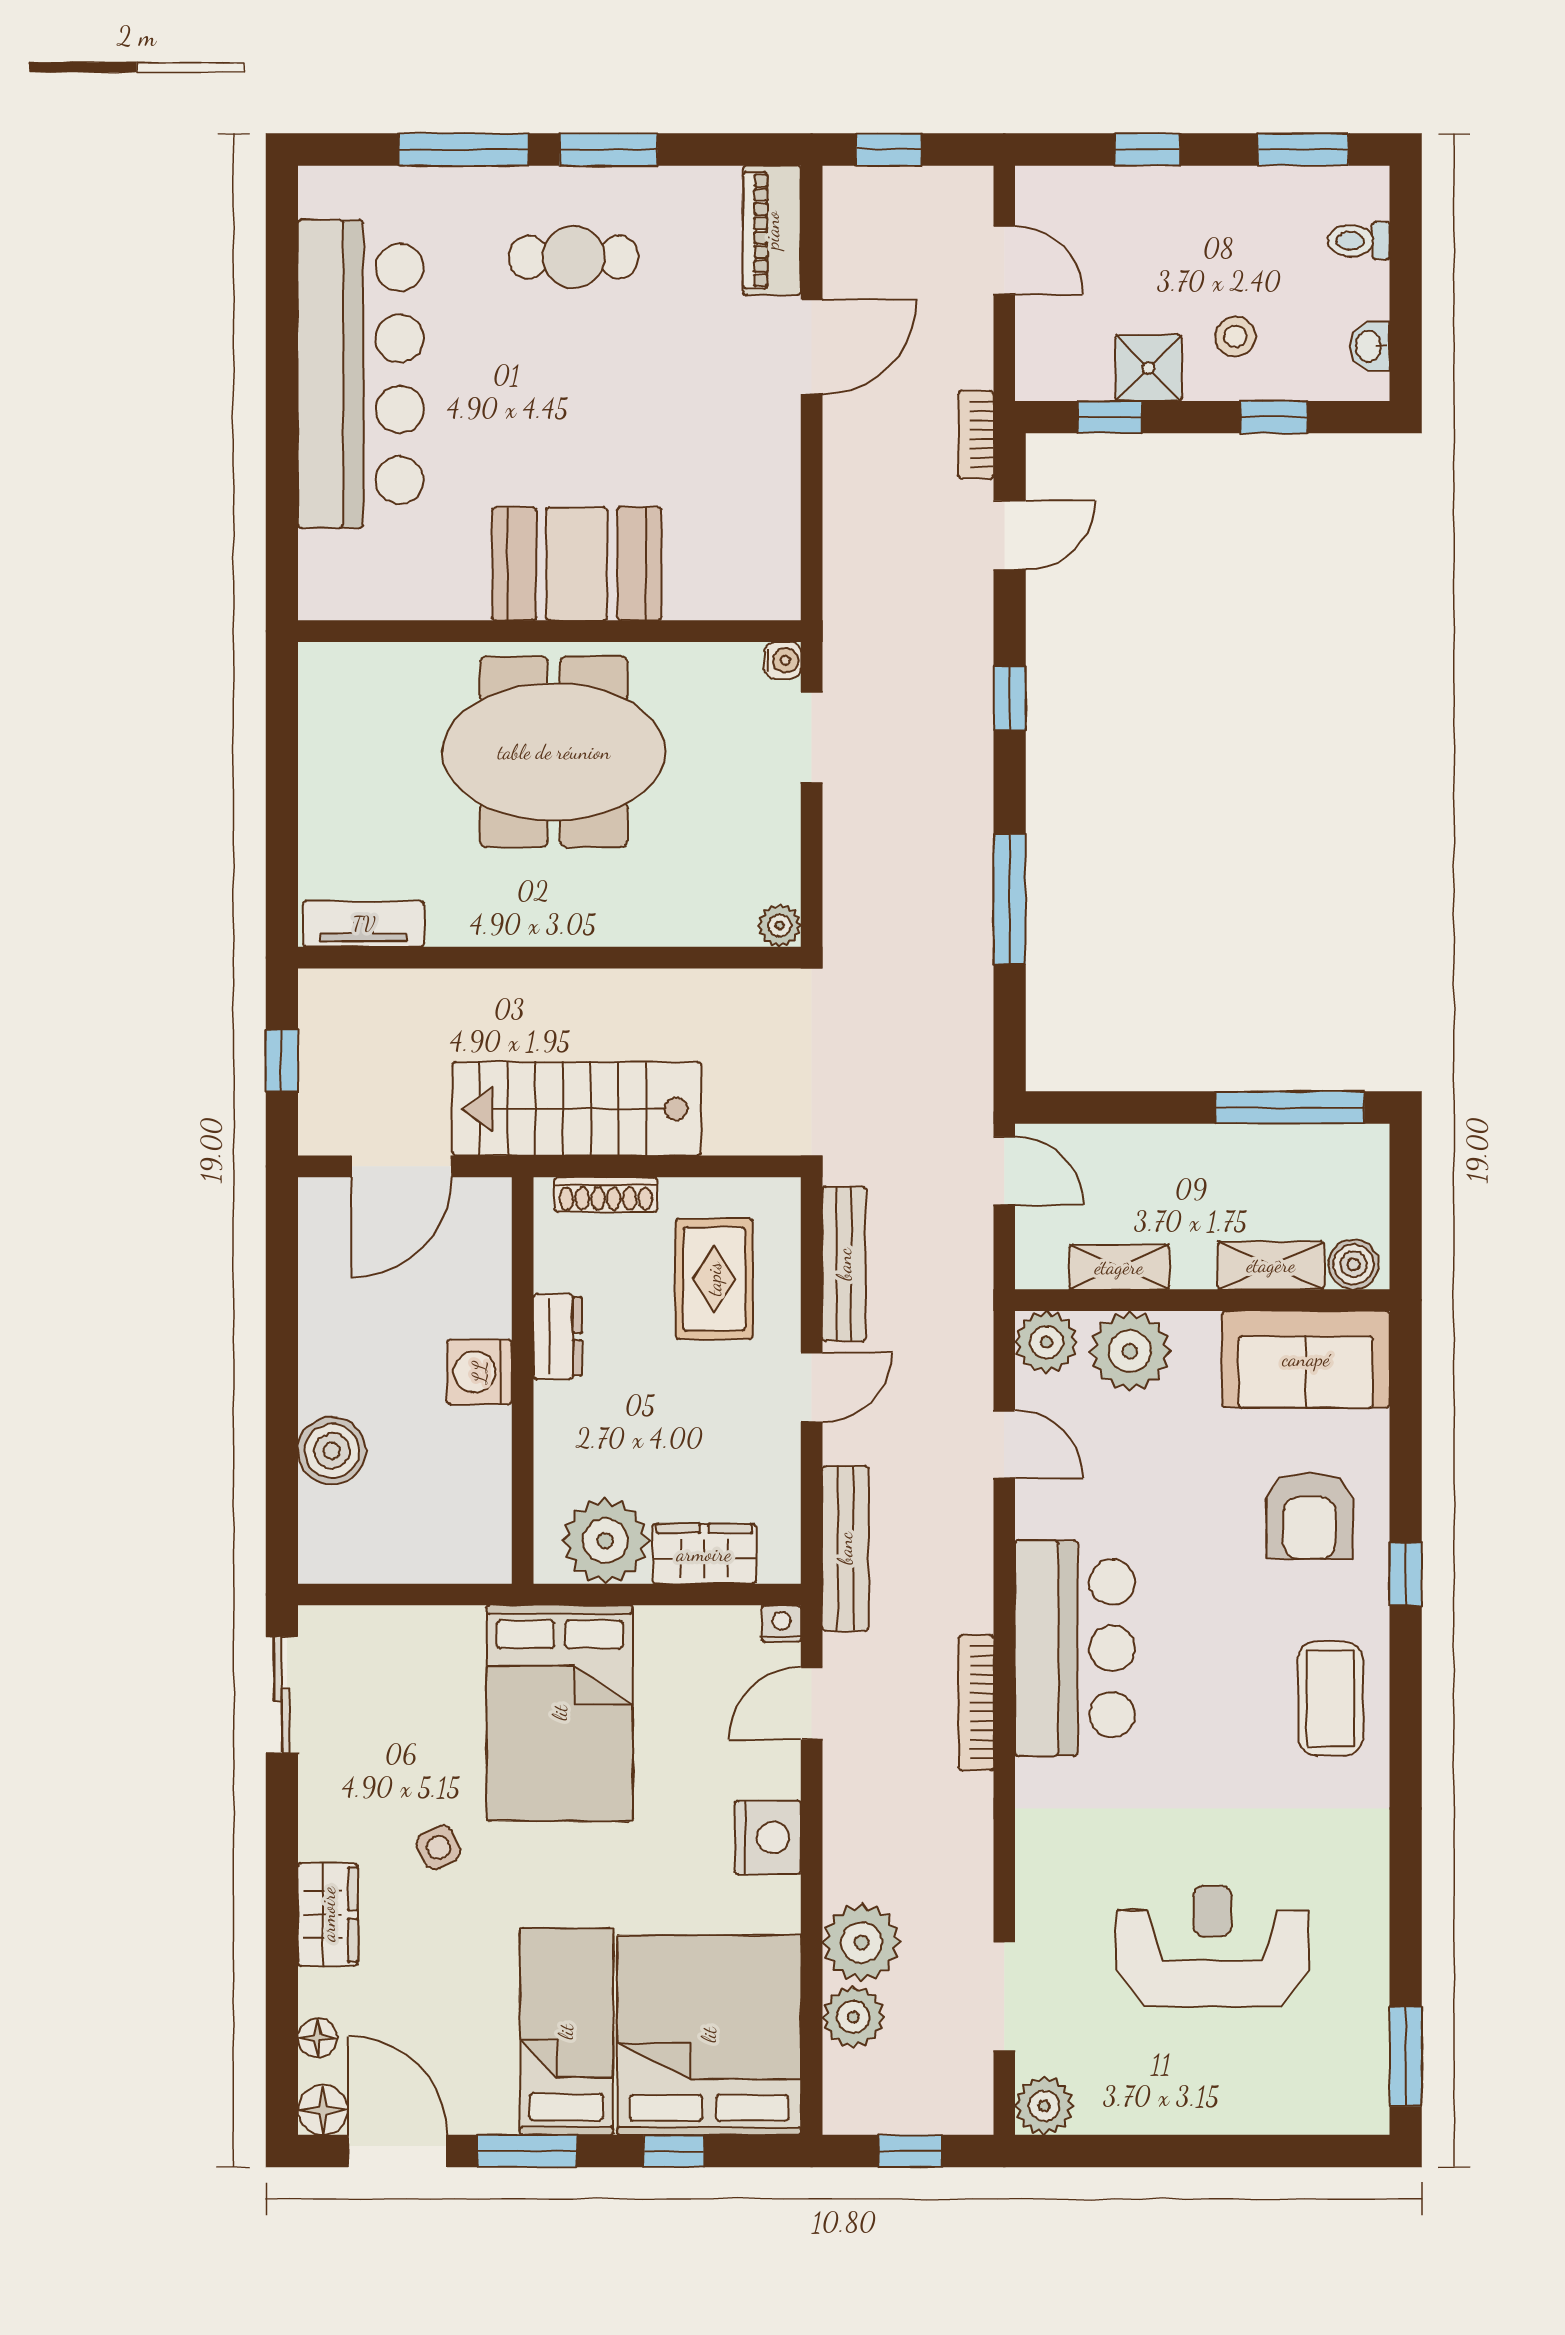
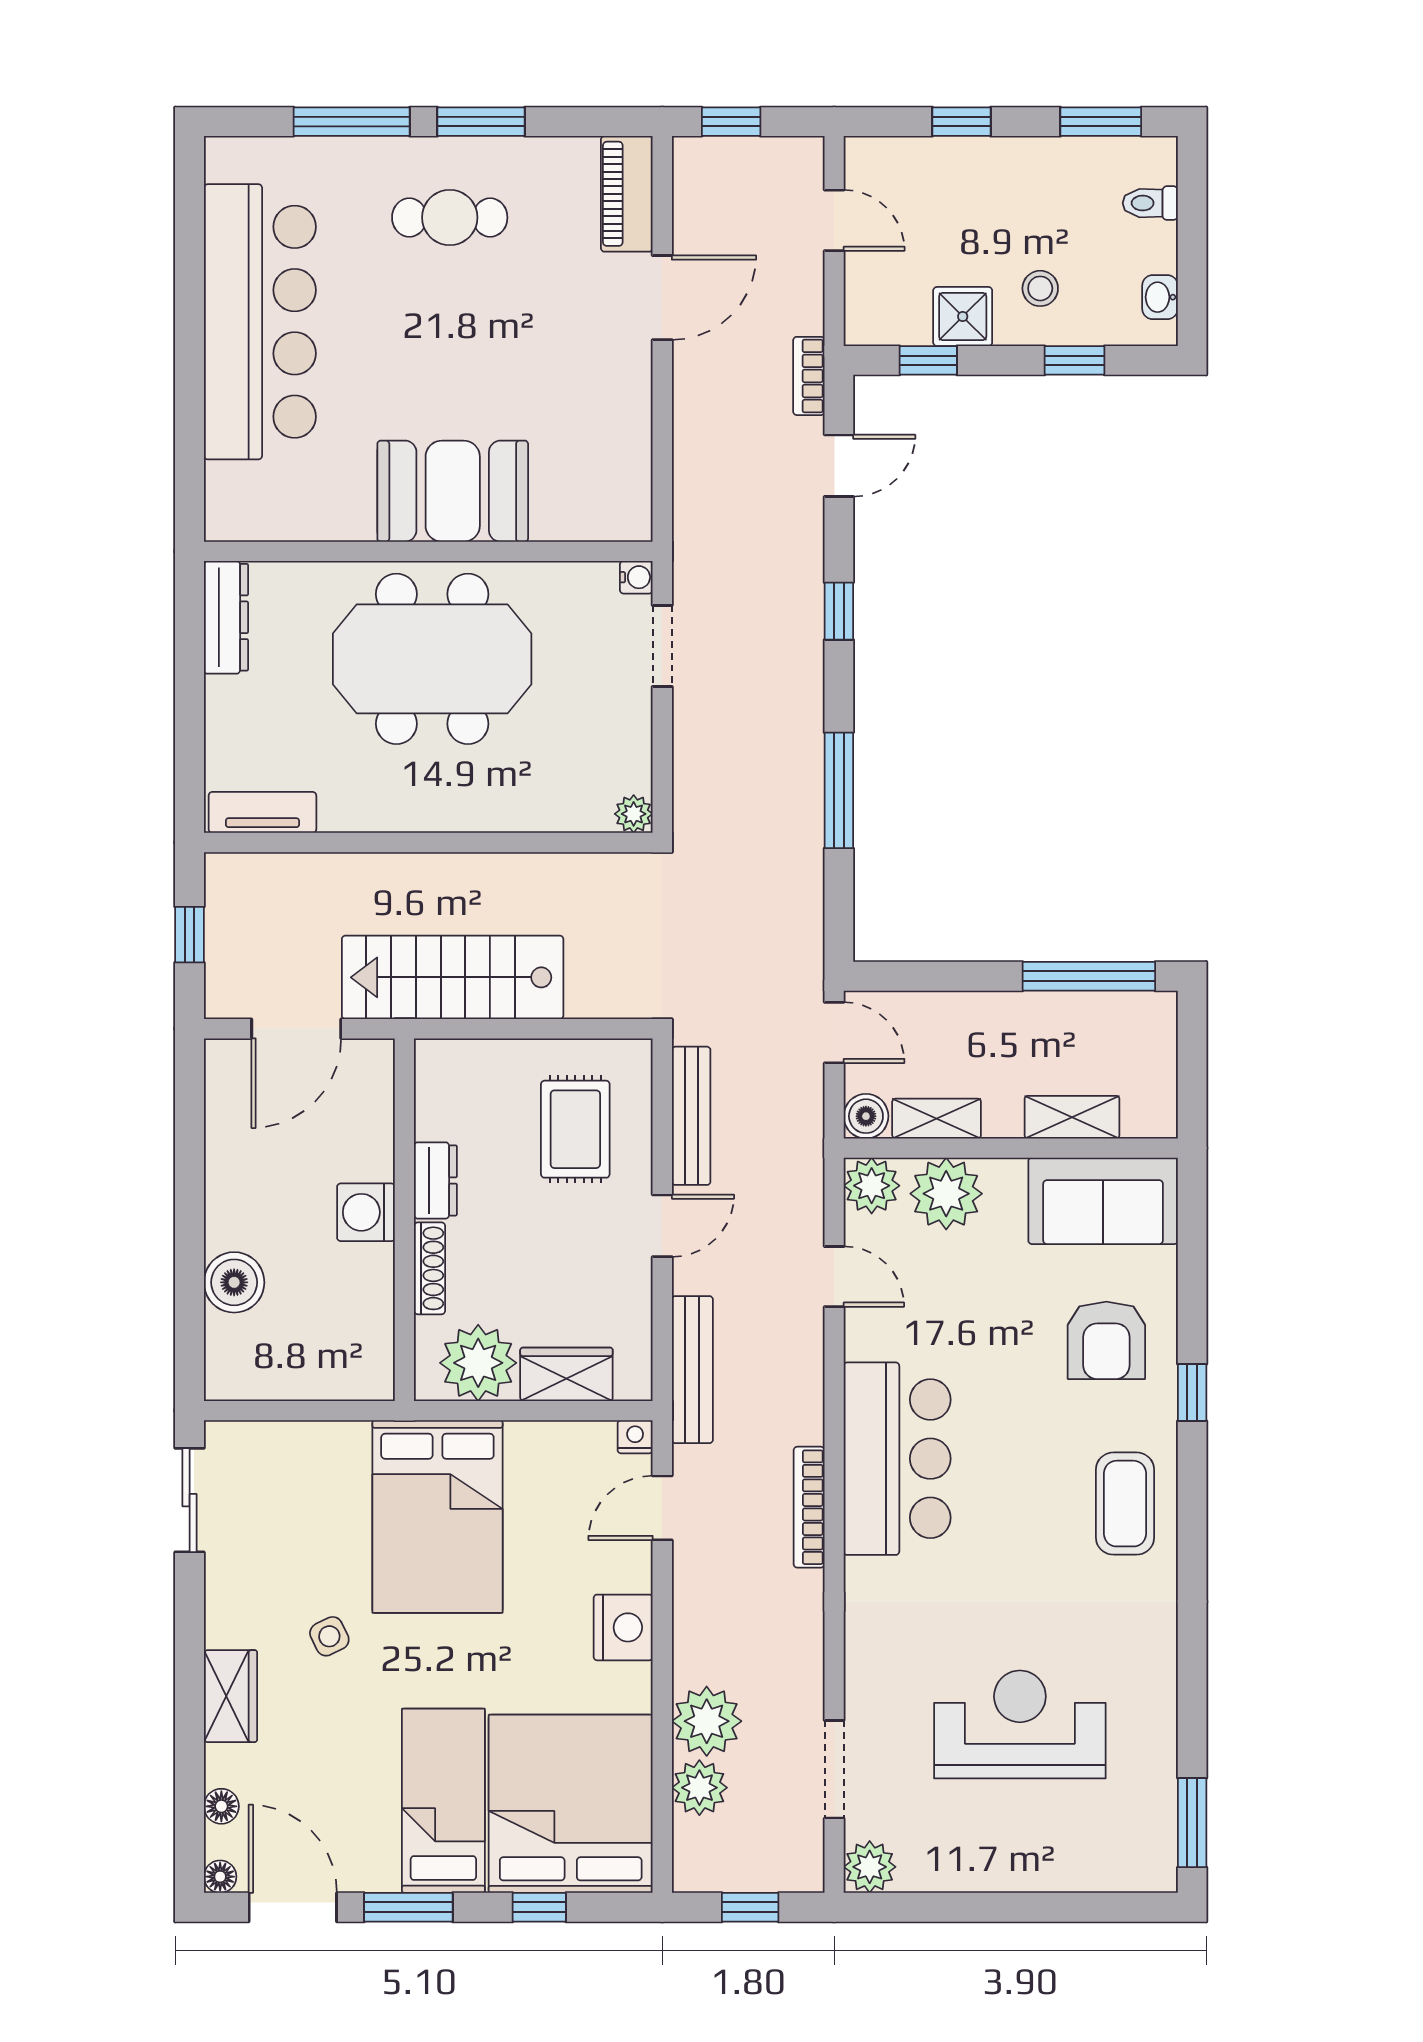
dresser: (323, 705) -> (226, 617), added
shoe rack: (606, 1195) -> (430, 1268), moved, turned -90
boiler: (1354, 1264) -> (866, 1116), moved
floor lamp: (323, 2110) -> (220, 1877), width x0.73, depth x0.73

